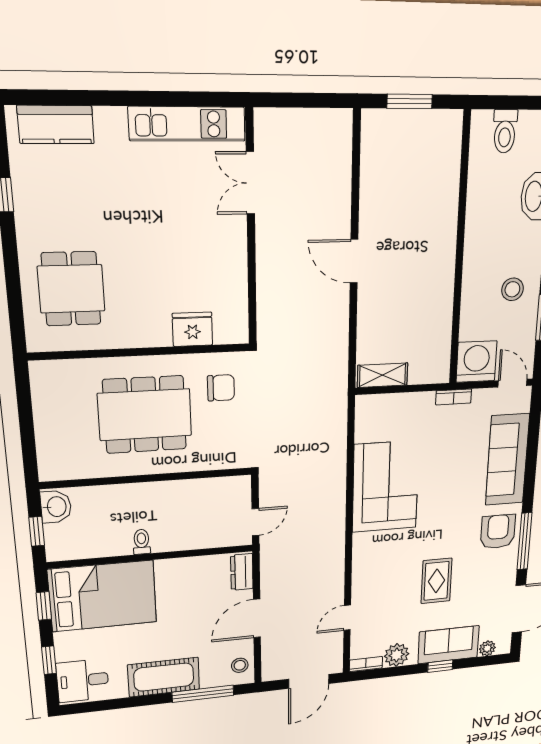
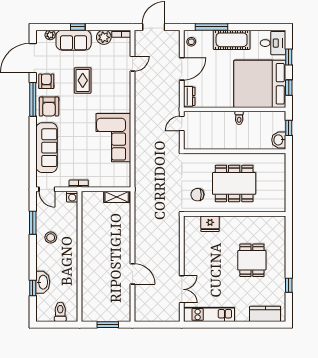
door: (354, 261) -> (132, 274), moved
dining table: (71, 289) -> (252, 260), moved
washing machine: (476, 362) -> (72, 197), width x0.53, depth x0.53
armchair: (499, 573) -> (46, 81), added
bed: (103, 596) -> (260, 84), width x1.36

